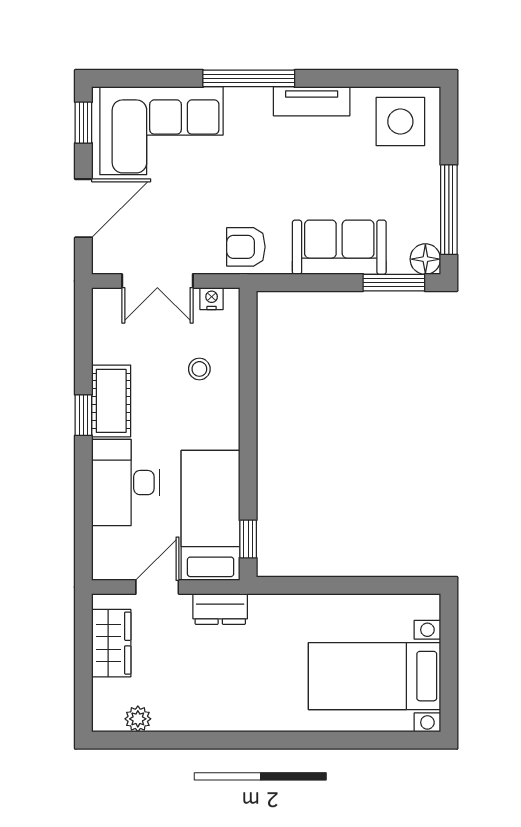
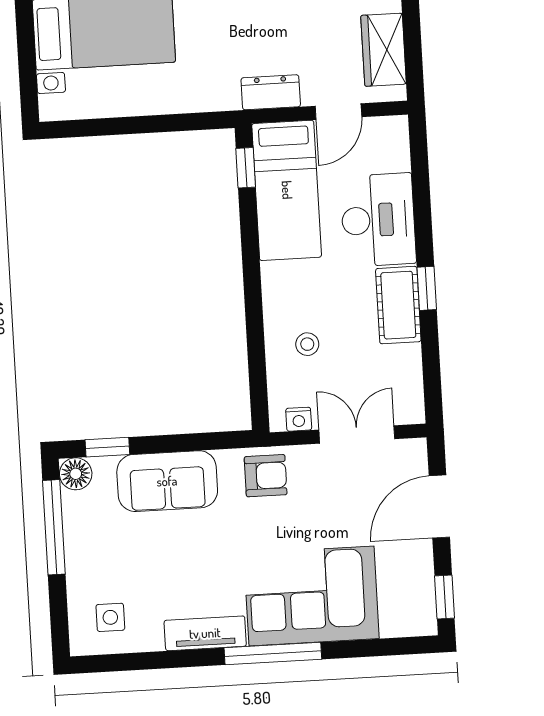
side table: (400, 121) -> (110, 617), width x0.54, depth x0.54
corner sofa: (161, 131) -> (311, 596), moved
window: (394, 283) -> (107, 447), width x0.67

